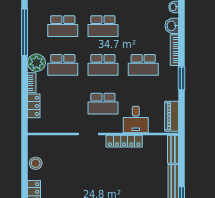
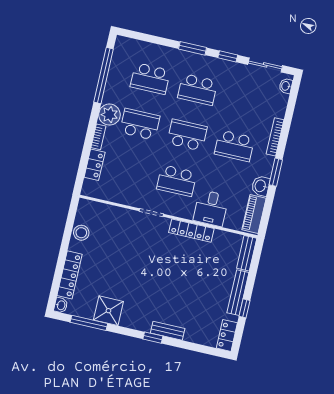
washbasin: (172, 26) -> (261, 186), moved
school desk: (63, 65) -> (140, 124), turned 180
school desk: (103, 65) -> (187, 135), turned 180

